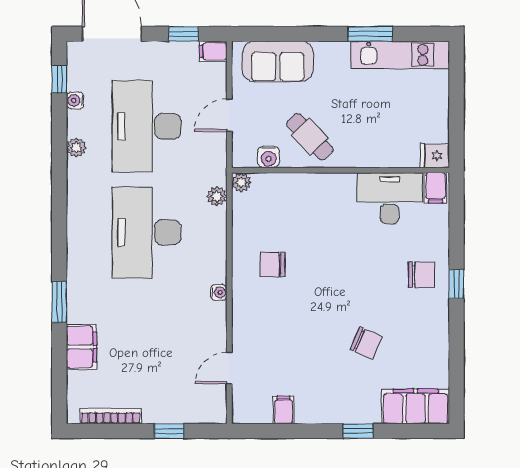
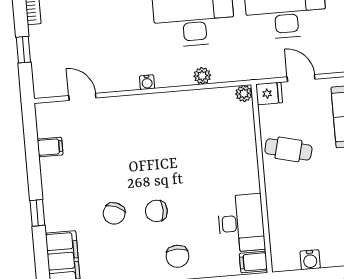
cafe table: (310, 137) -> (288, 149), turned 58
fridge: (435, 156) -> (269, 93), moved, turned 90
water cooler: (269, 157) -> (310, 260), moved, turned -90
plant: (217, 196) -> (202, 76), moved
chair: (272, 264) -> (156, 211), moved, turned -90

